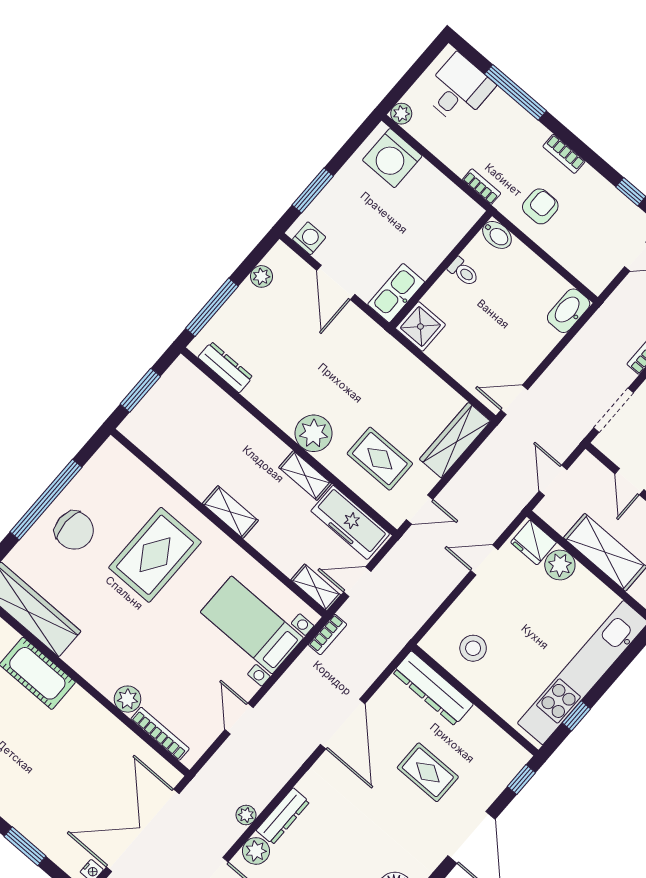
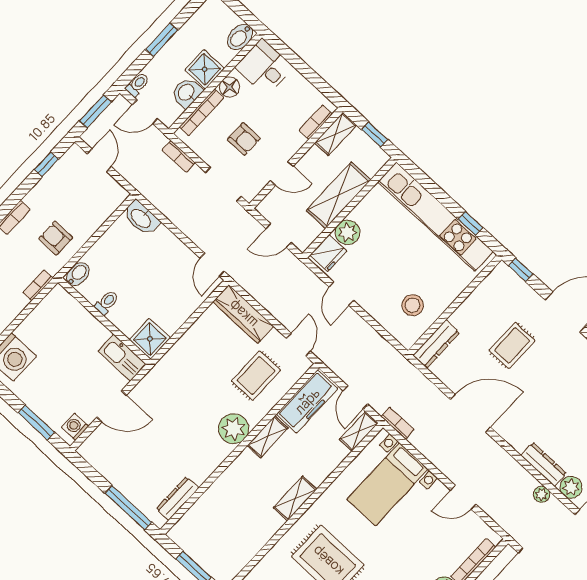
plant: (261, 276) -> (105, 467), removed
dresser: (433, 688) -> (436, 344), width x0.73, depth x0.80

